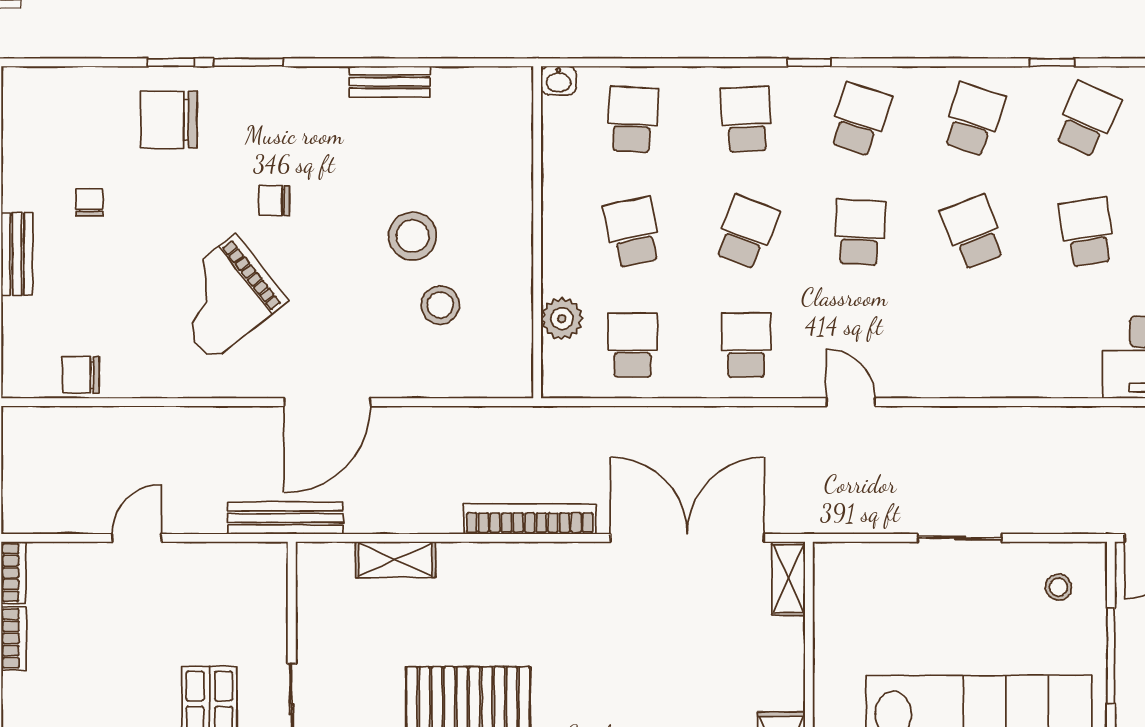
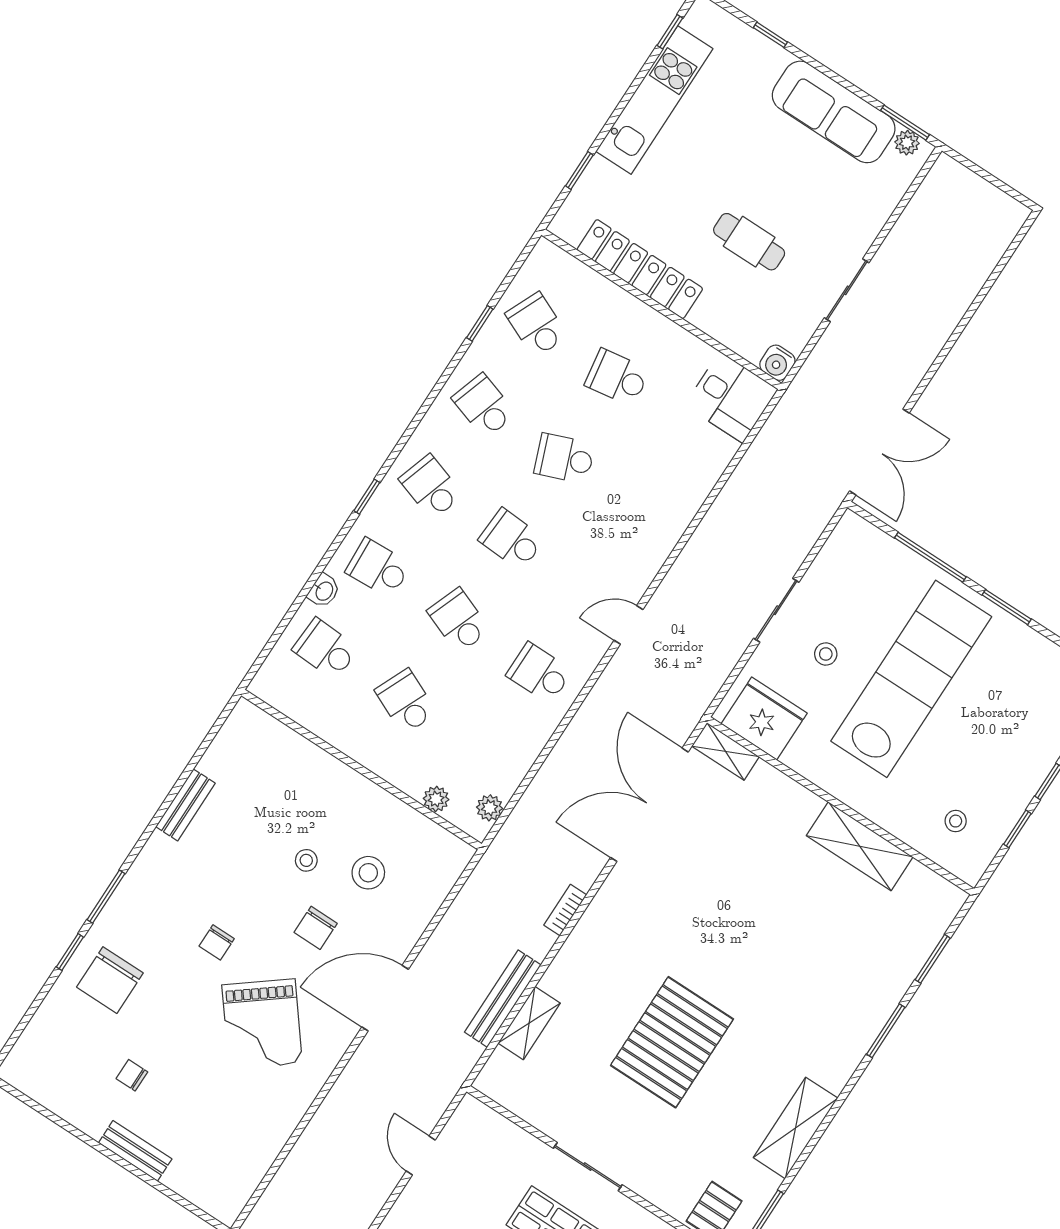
washbasin: (559, 80) -> (324, 591), moved
school desk: (633, 232) -> (406, 702), turned 36
stool: (412, 236) -> (306, 860), width x0.53, depth x0.53
plant: (562, 319) -> (436, 799), width x0.73, depth x0.73
school desk: (633, 345) -> (486, 754), removed
chair: (81, 375) -> (316, 928), moved
plant: (582, 383) -> (490, 808), added
door: (327, 402) -> (385, 998), swing flipped
bench: (285, 518) -> (503, 999), moved
bookcase: (530, 519) -> (565, 910), width x0.43, depth x0.76
door: (137, 538) -> (421, 1155), moved
stool: (1059, 587) -> (826, 654), moved
fridge: (846, 595) -> (764, 718), added

